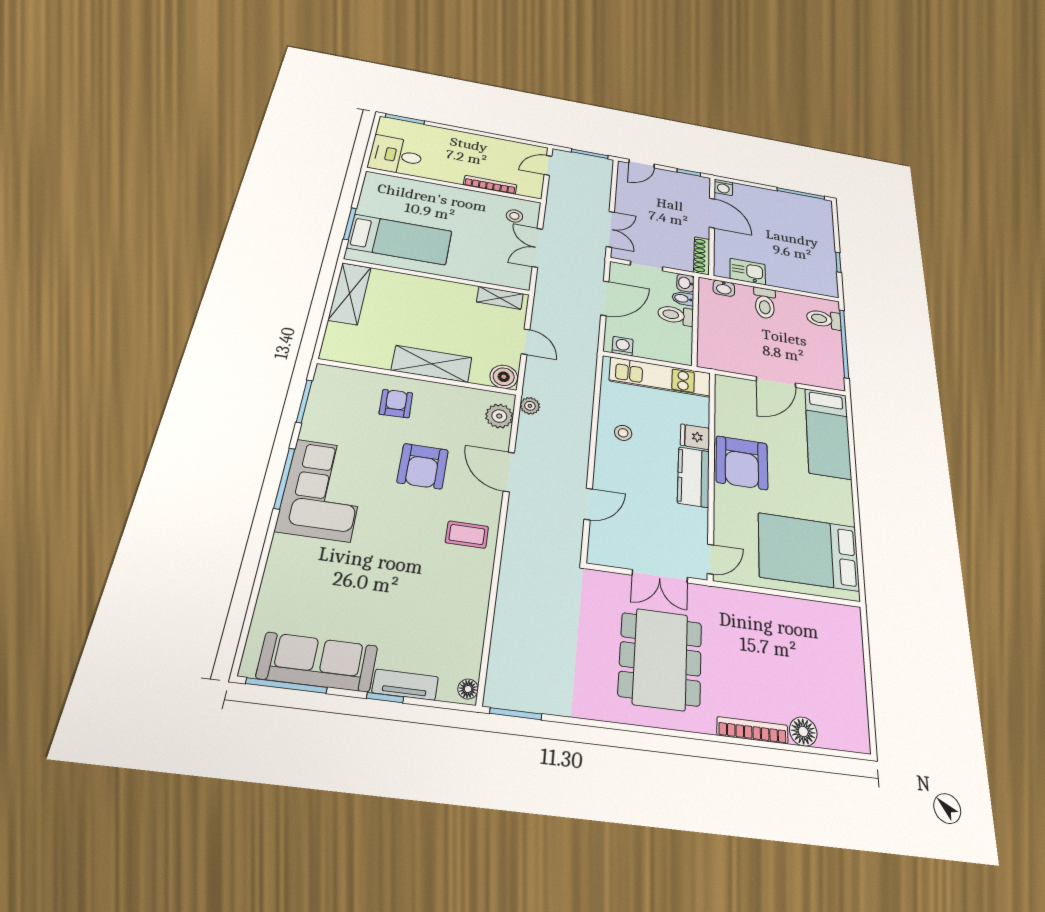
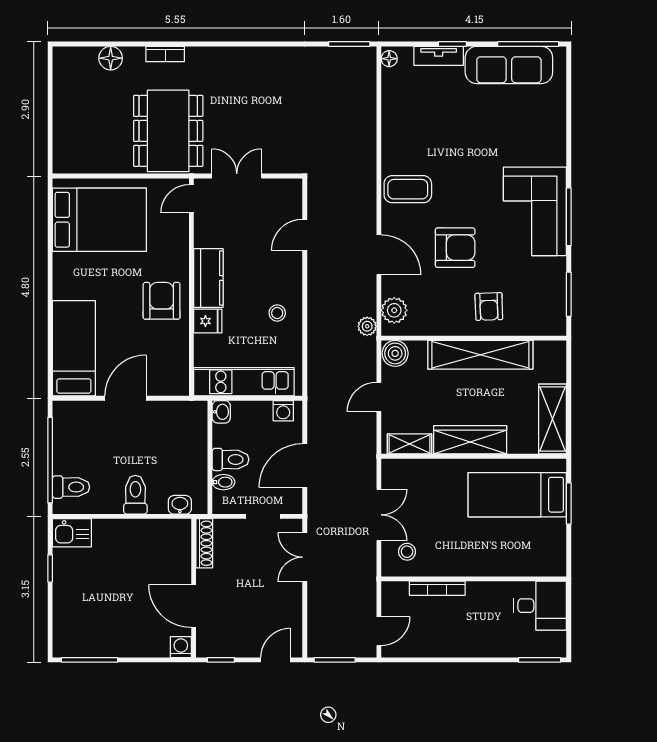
kitchen sink: (748, 272) -> (72, 533), moved
washbasin: (685, 283) -> (221, 412), moved
wardrobe: (438, 291) -> (470, 440), added
door: (525, 342) -> (379, 397), hinge flipped
shelving: (432, 364) -> (480, 355), width x1.47
armchair: (742, 463) -> (162, 301), width x0.73, depth x0.73
armchair: (423, 466) -> (455, 248), turned 90
coffee table: (467, 535) -> (408, 189), width x1.36, depth x1.30
dining table: (660, 659) -> (168, 131), moved
bookcase: (752, 730) -> (165, 54), width x0.64

